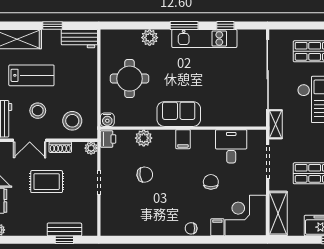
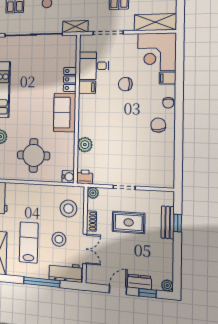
locker: (216, 119) -> (70, 79), added
filing cabinet: (183, 139) -> (87, 87), moved
chair: (145, 175) -> (158, 125), moved
rug: (47, 182) -> (129, 222), moved, turned 90

